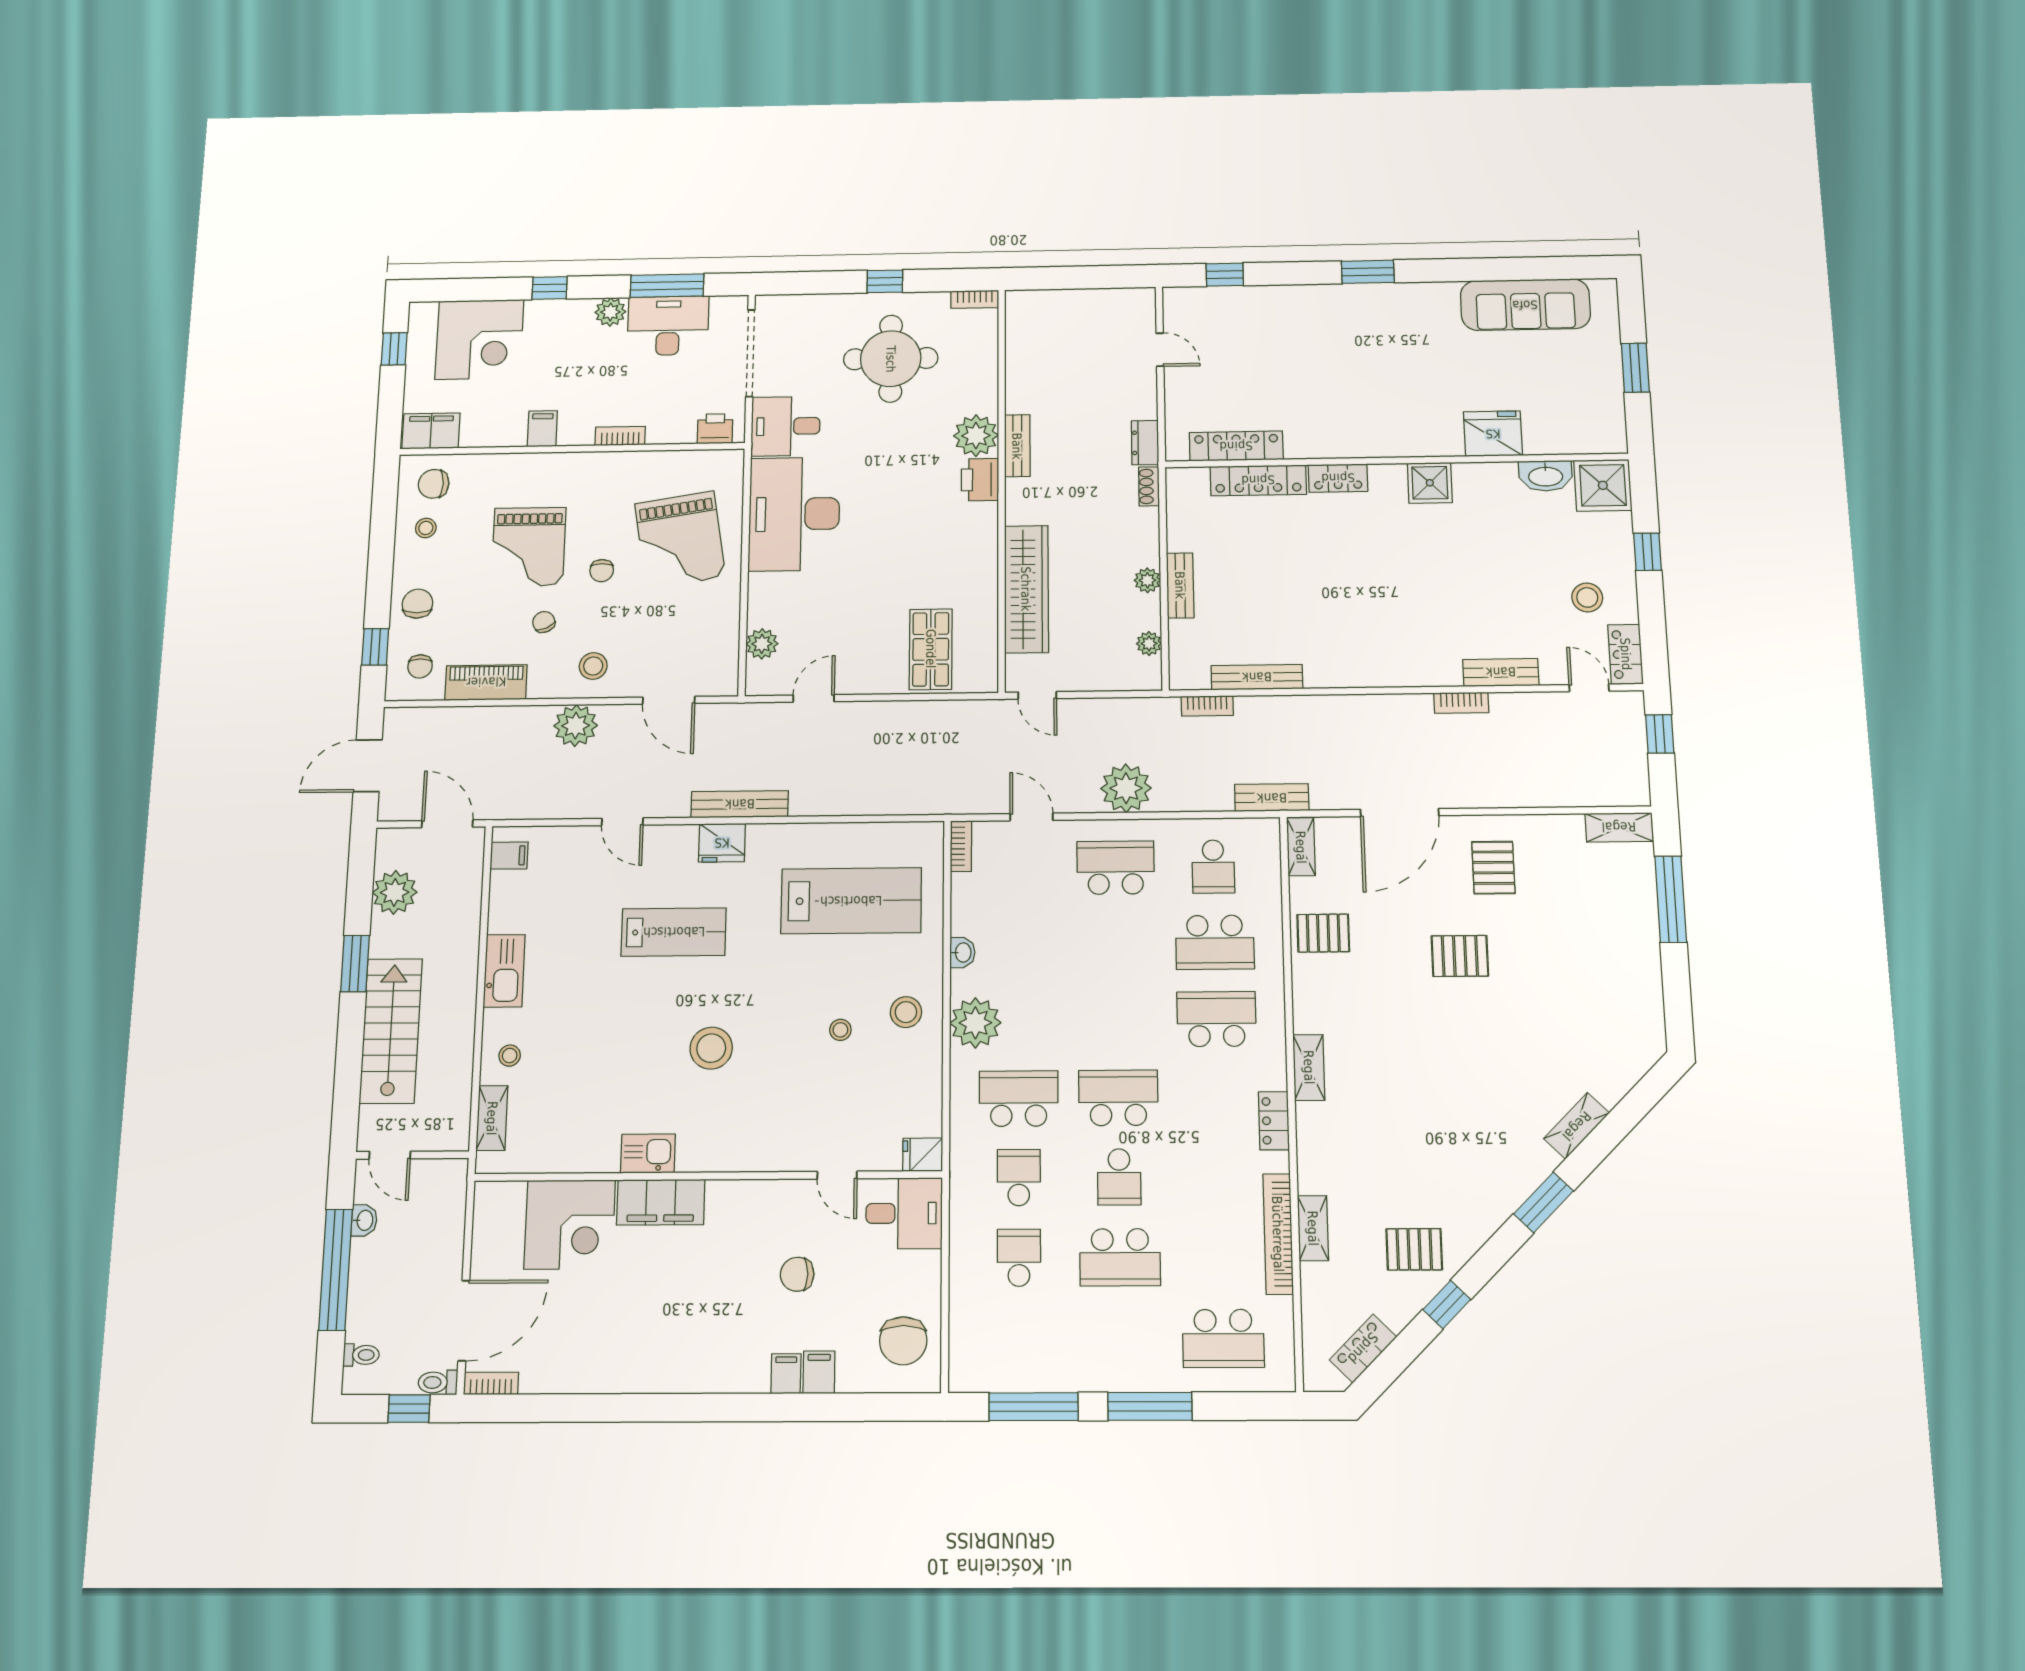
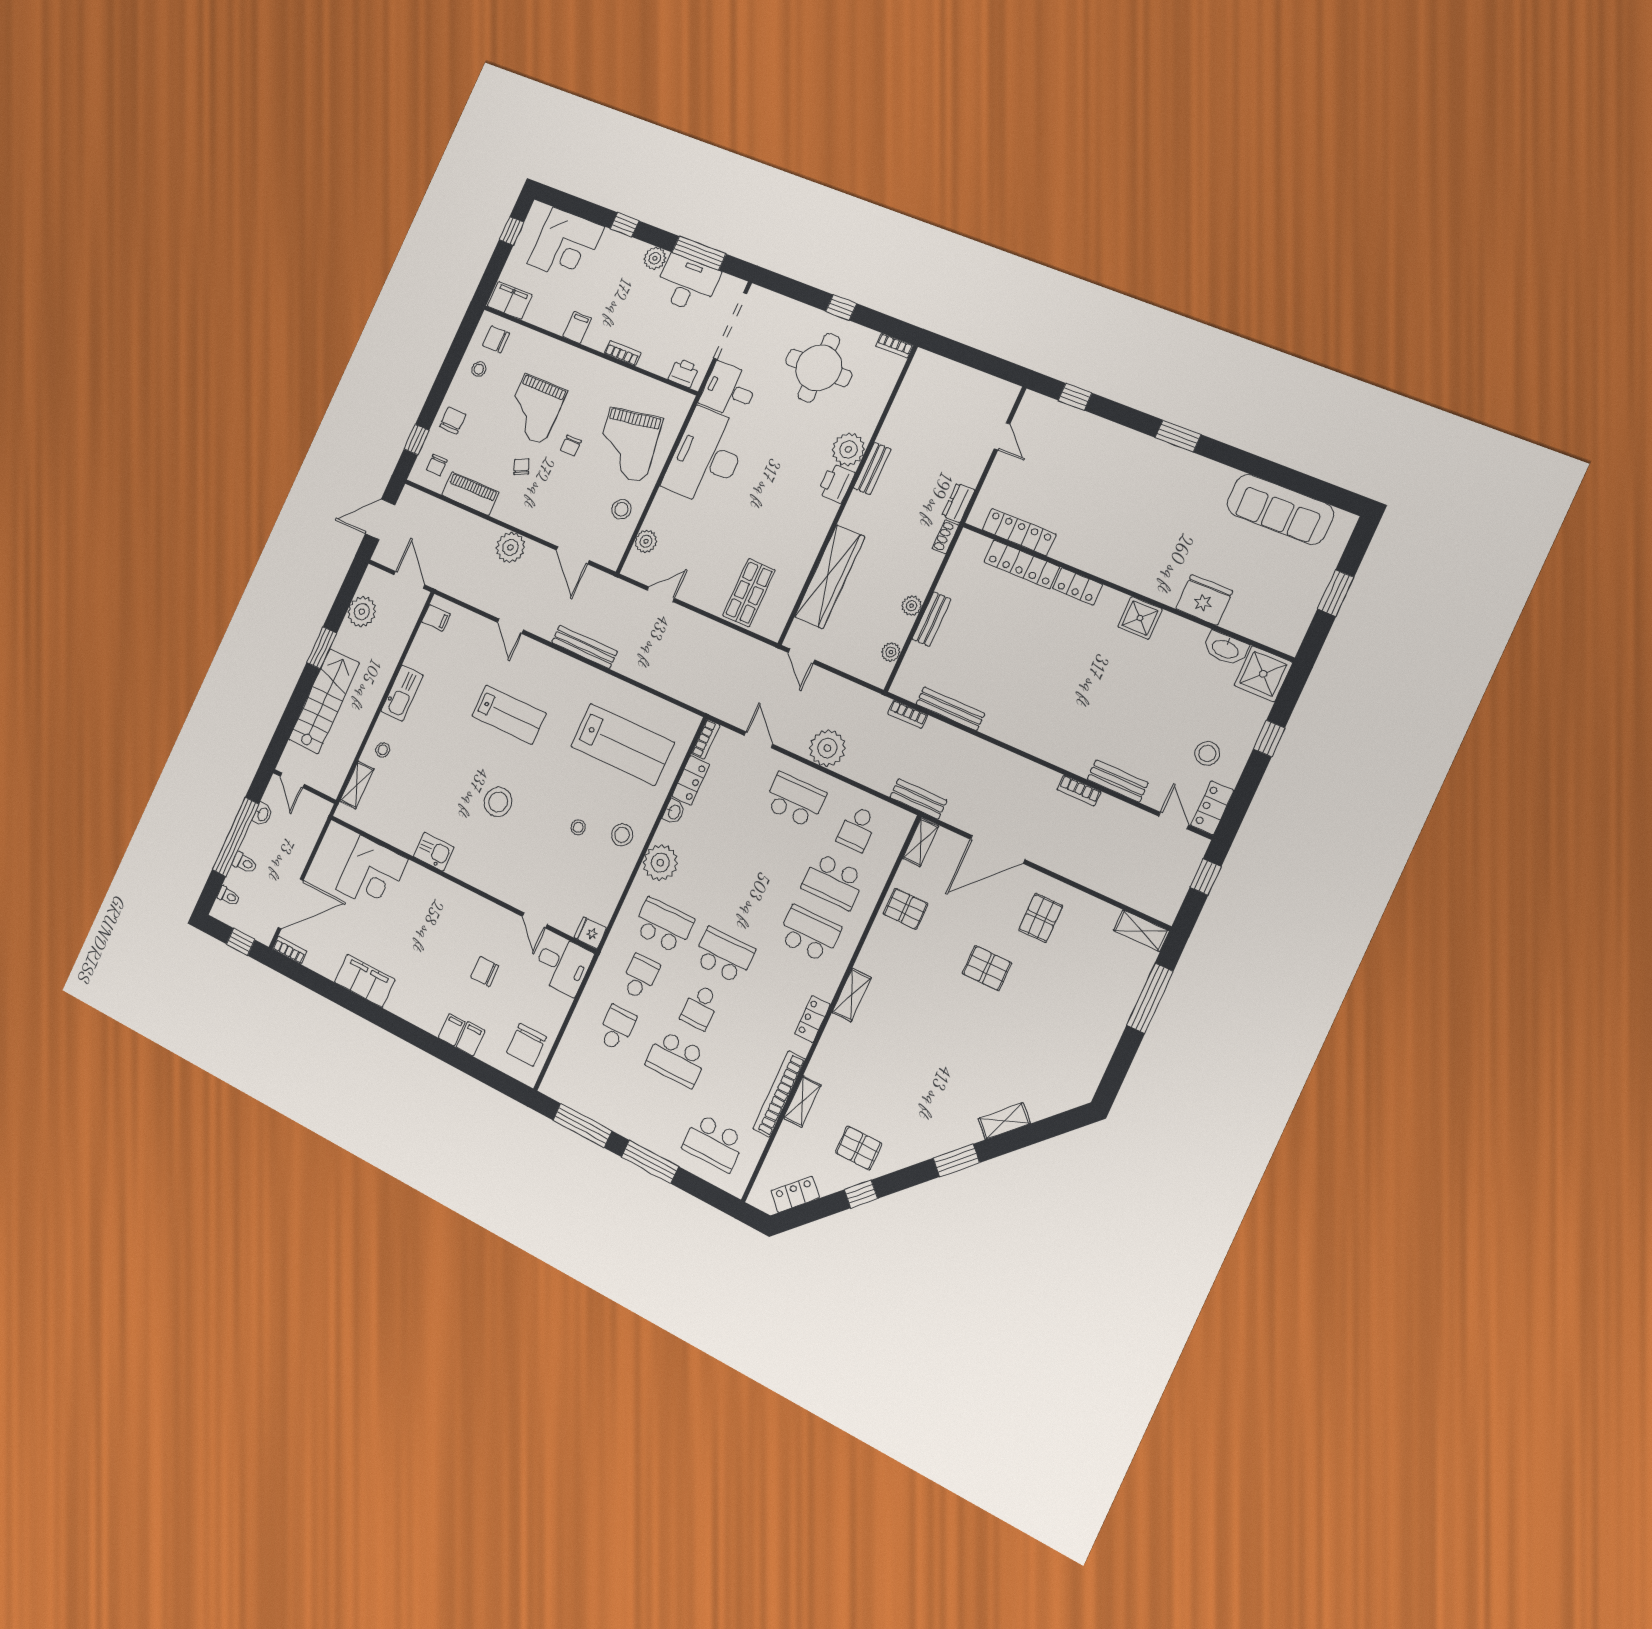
stool: (593, 666) -> (621, 509), moved
fridge: (722, 843) -> (563, 668), removed
locker: (966, 904) -> (691, 780), added
filing cabinet: (661, 1202) -> (365, 981), moved, turned 180
toilet: (438, 1382) -> (245, 863), moved, turned 180

